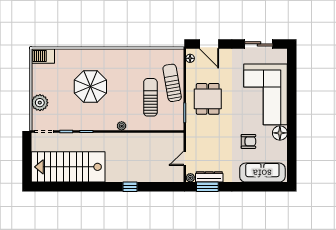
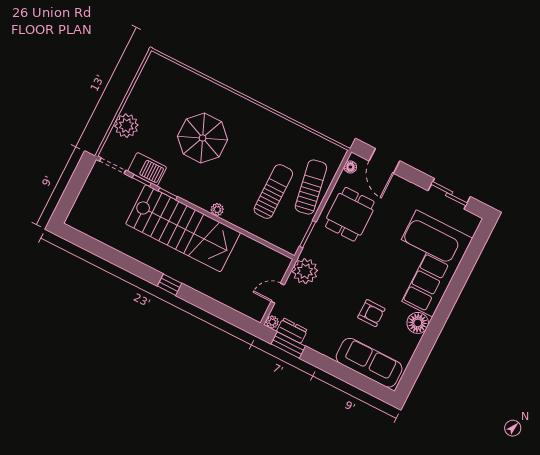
barbecue: (43, 56) -> (147, 169), moved, turned 180
dining table: (208, 99) -> (350, 214), moved
plant: (195, 136) -> (305, 271), added
stairs: (68, 167) -> (183, 228), moved, turned 180
dresser: (209, 177) -> (292, 331), width x0.70
window: (130, 187) -> (169, 285), moved

